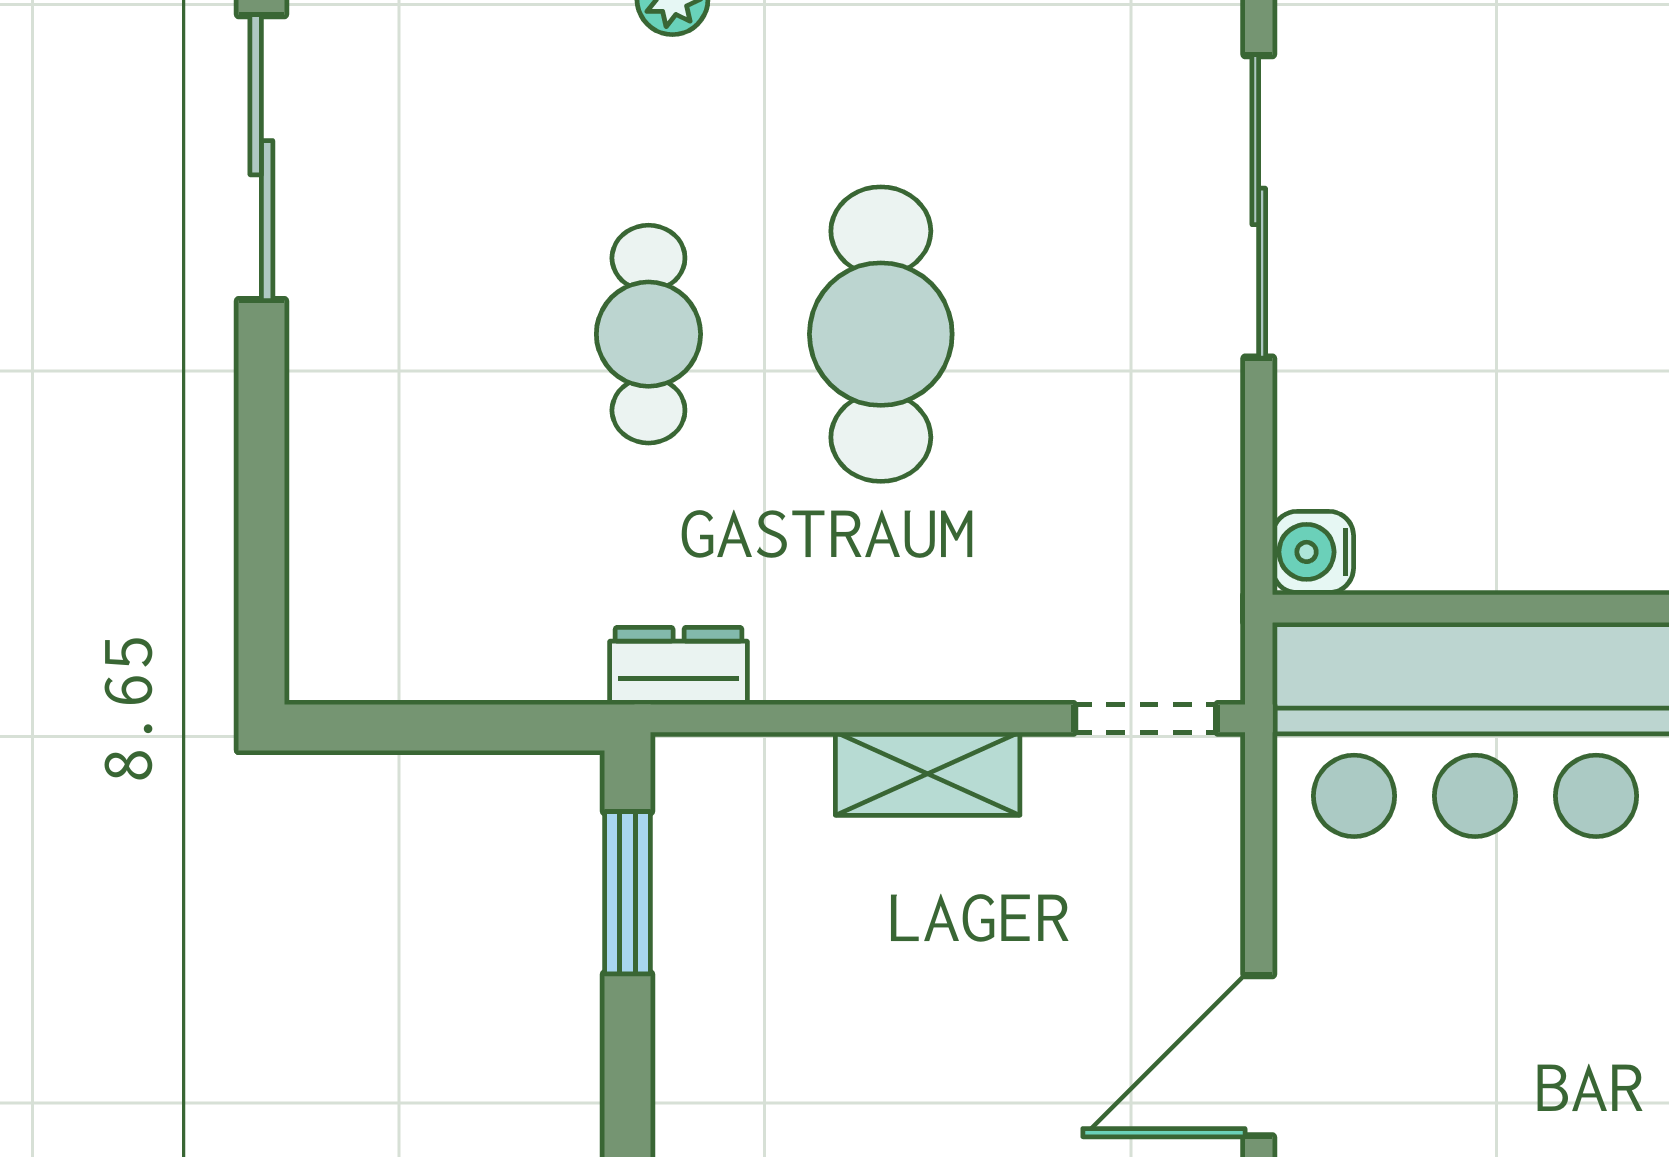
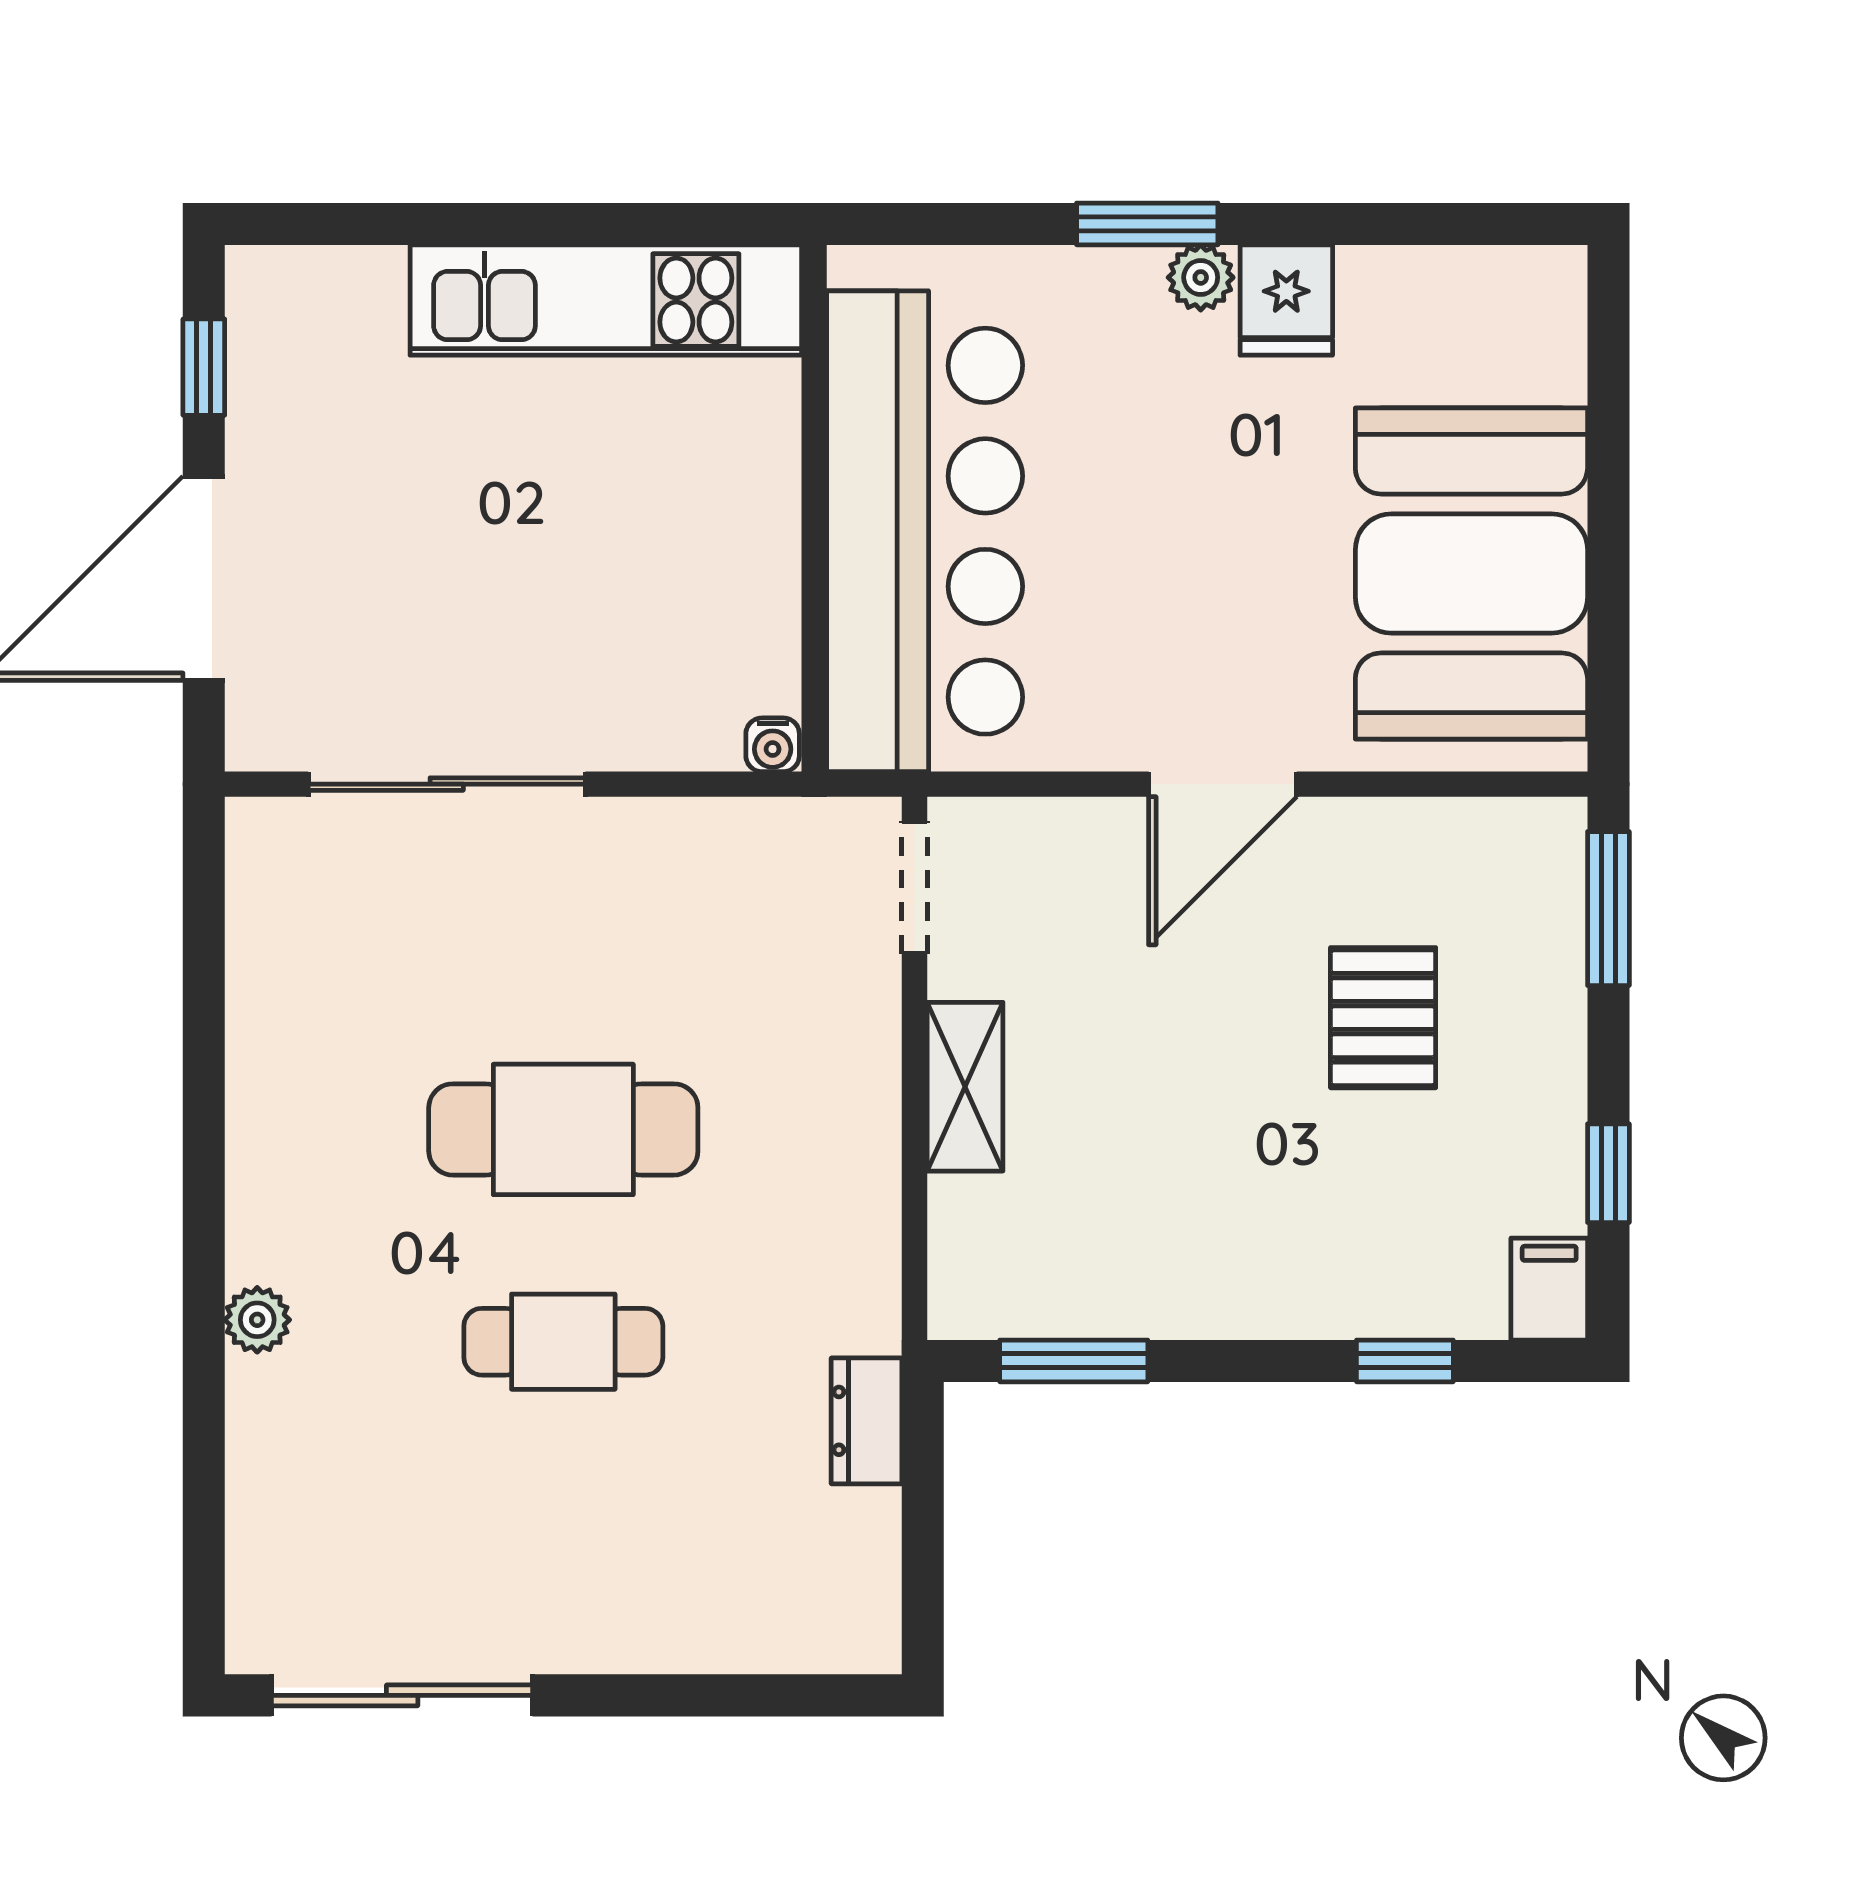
water cooler: (1313, 552) -> (773, 745), width x0.72, depth x0.72
dresser: (679, 666) -> (867, 1421), moved
door: (1259, 1056) -> (1223, 784), hinge flipped

